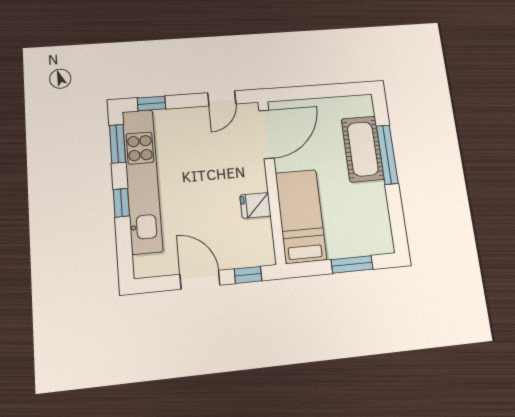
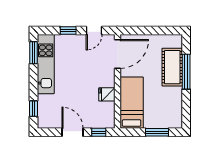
window: (152, 103) -> (68, 31), moved
kitchen unit: (142, 181) -> (46, 64), width x0.73
window: (121, 203) -> (34, 109), moved

